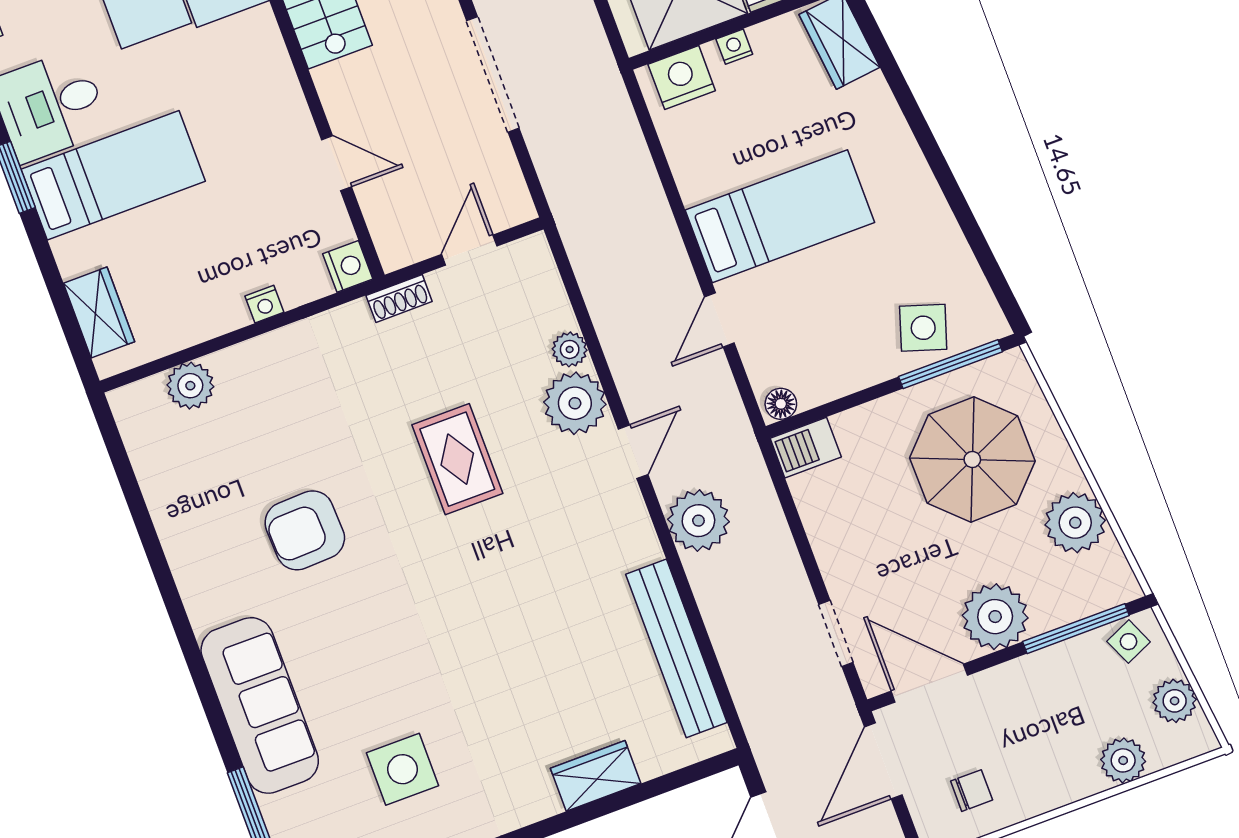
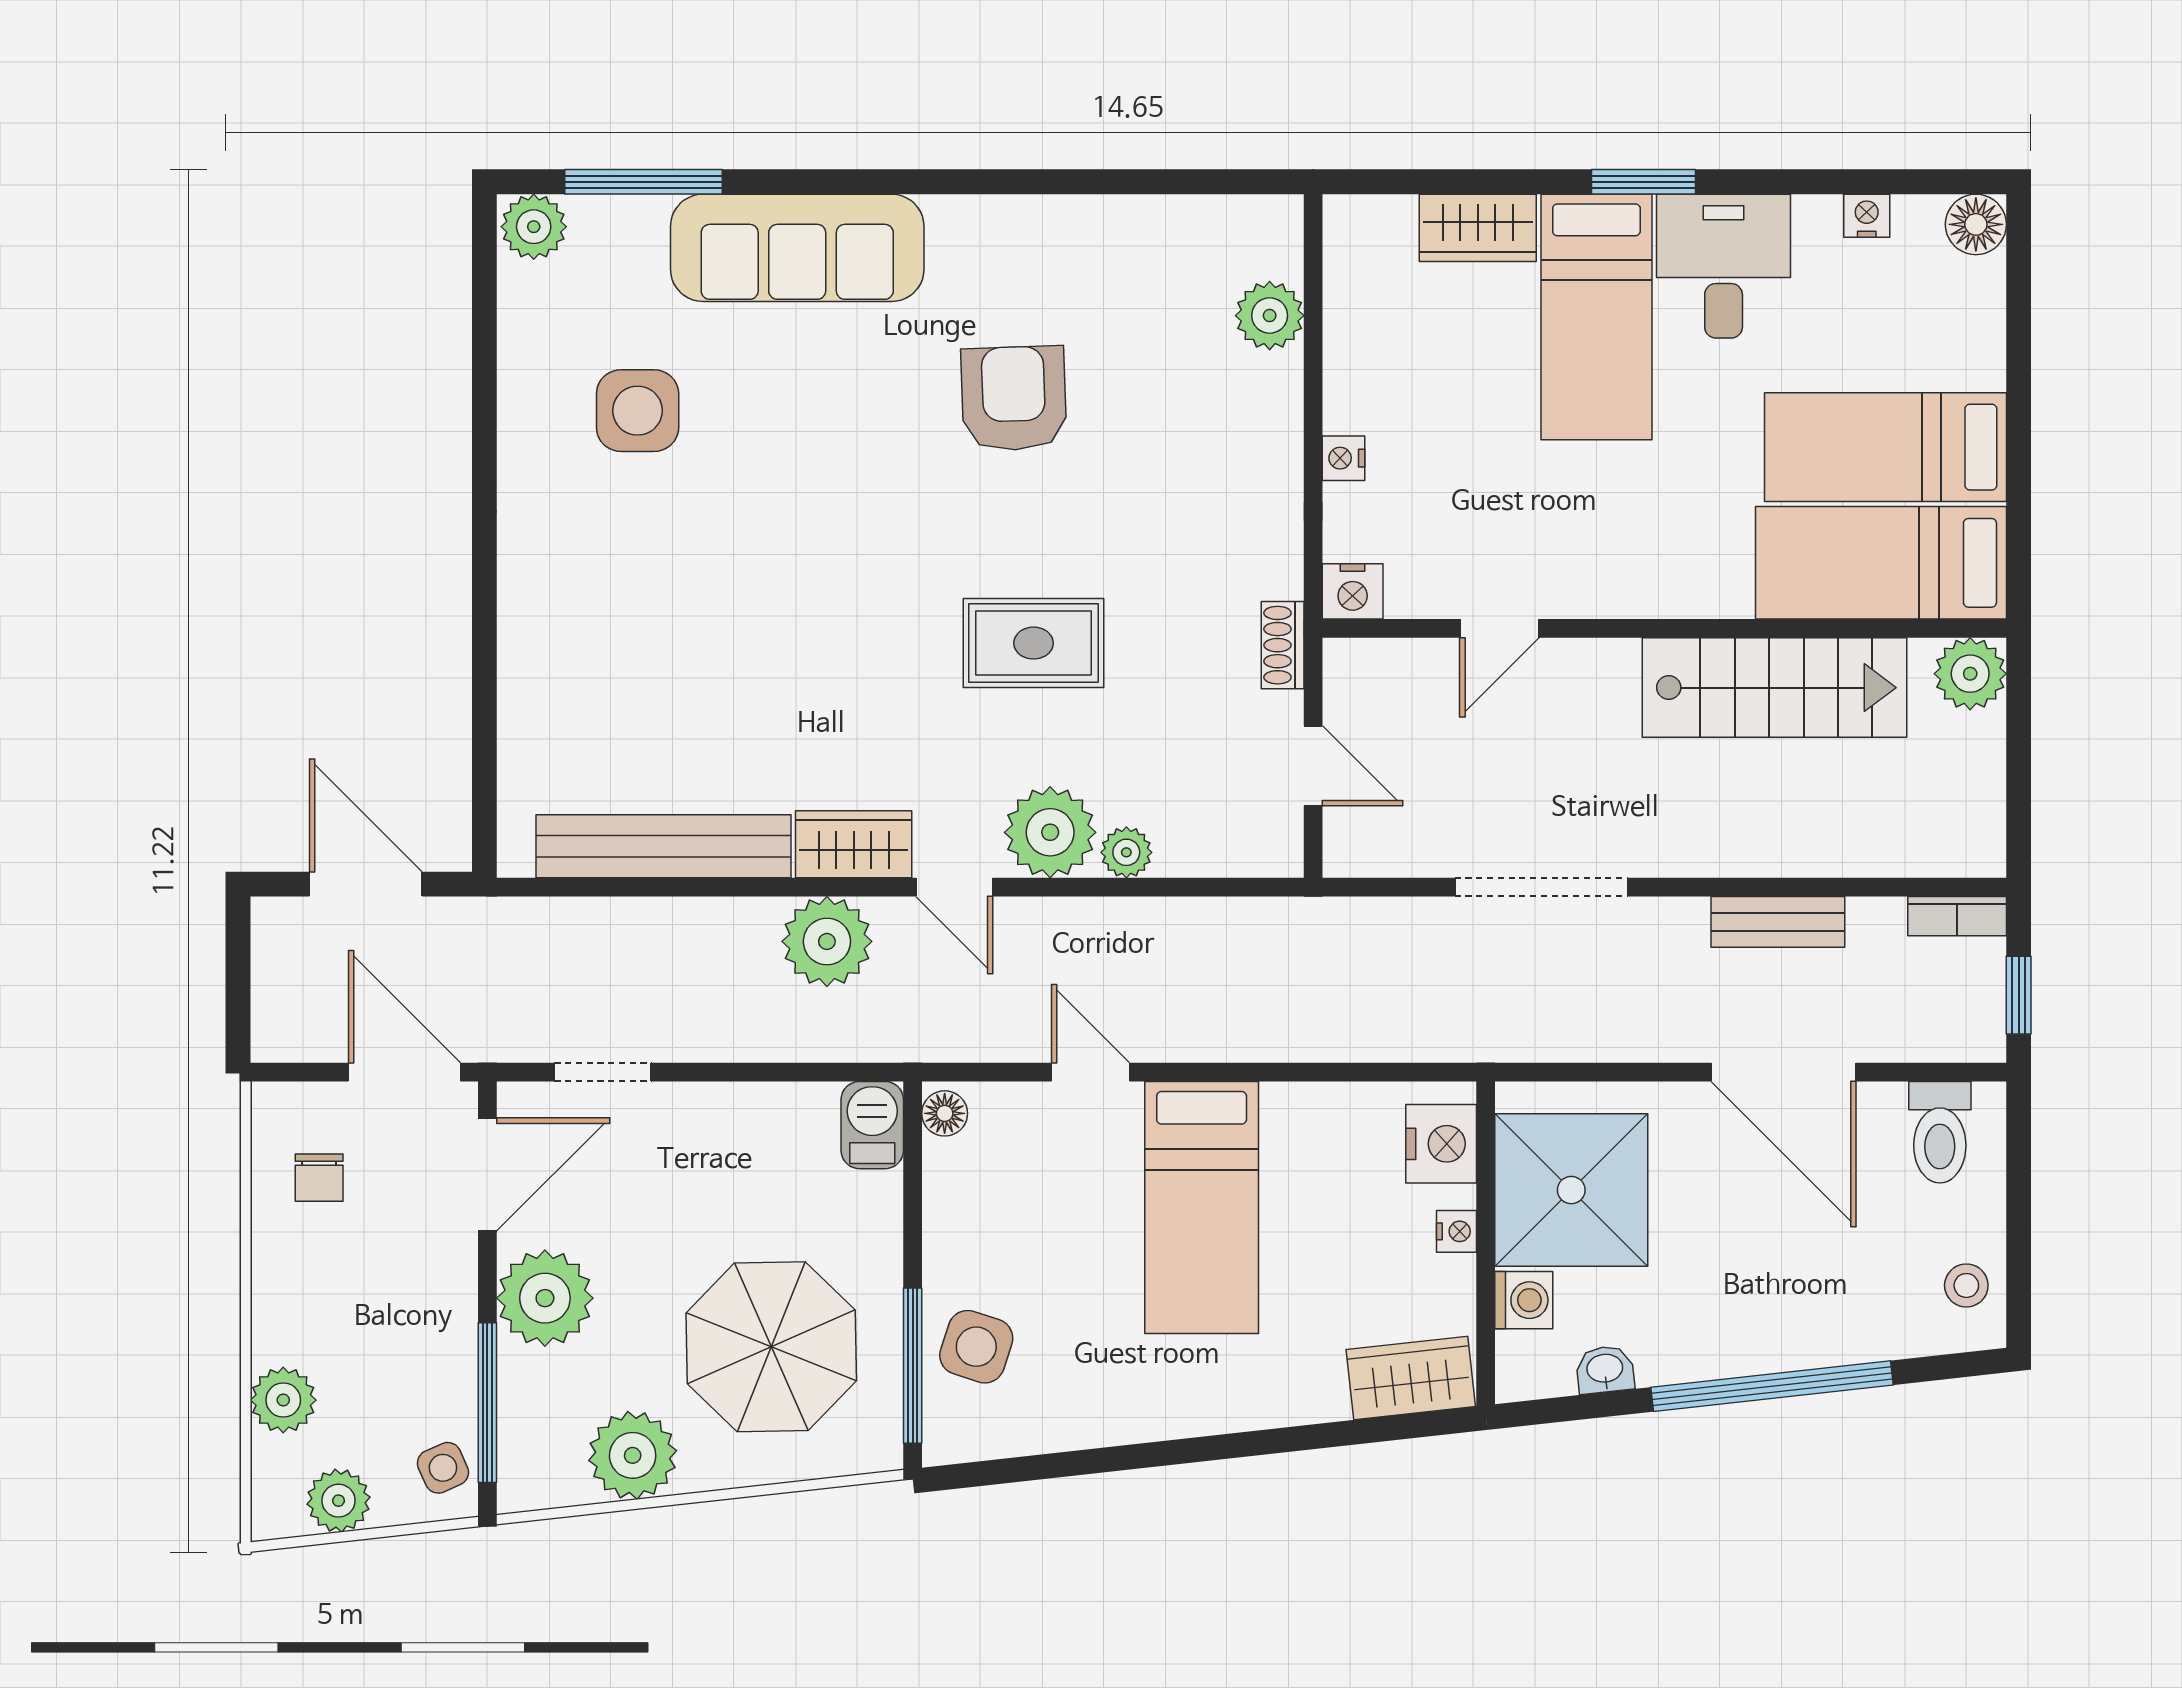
wardrobe: (99, 312) -> (1478, 228), moved
wardrobe: (596, 776) -> (854, 844), moved, turned -90

